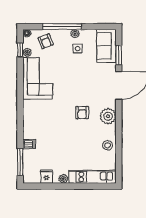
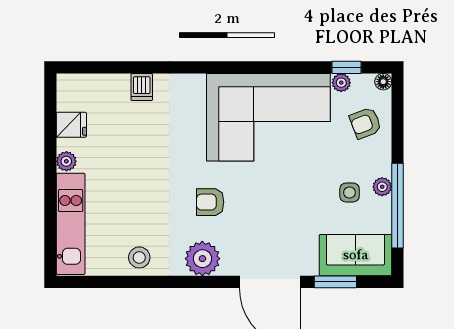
window: (62, 27) -> (398, 206), moved
corner sofa: (38, 78) -> (268, 117), width x1.36, depth x1.36
window: (20, 162) -> (103, 67), removed

